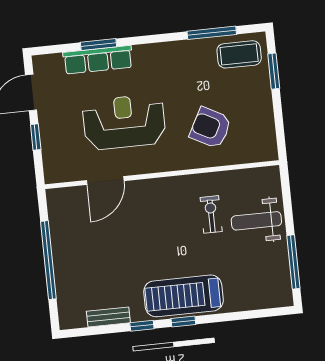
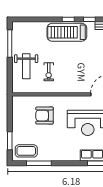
armchair: (210, 128) -> (44, 116), turned 152
weight bench: (256, 221) -> (26, 66), turned 90
treadmill: (183, 296) -> (67, 32), turned 180

